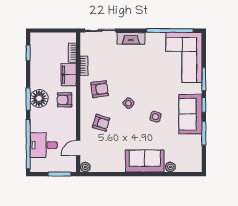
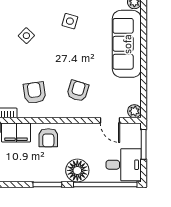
floor lamp: (39, 98) -> (77, 170), moved
side table: (128, 103) -> (26, 36), moved
desk: (44, 145) -> (124, 165), moved, turned -90
sofa: (145, 161) -> (127, 44), width x1.36

